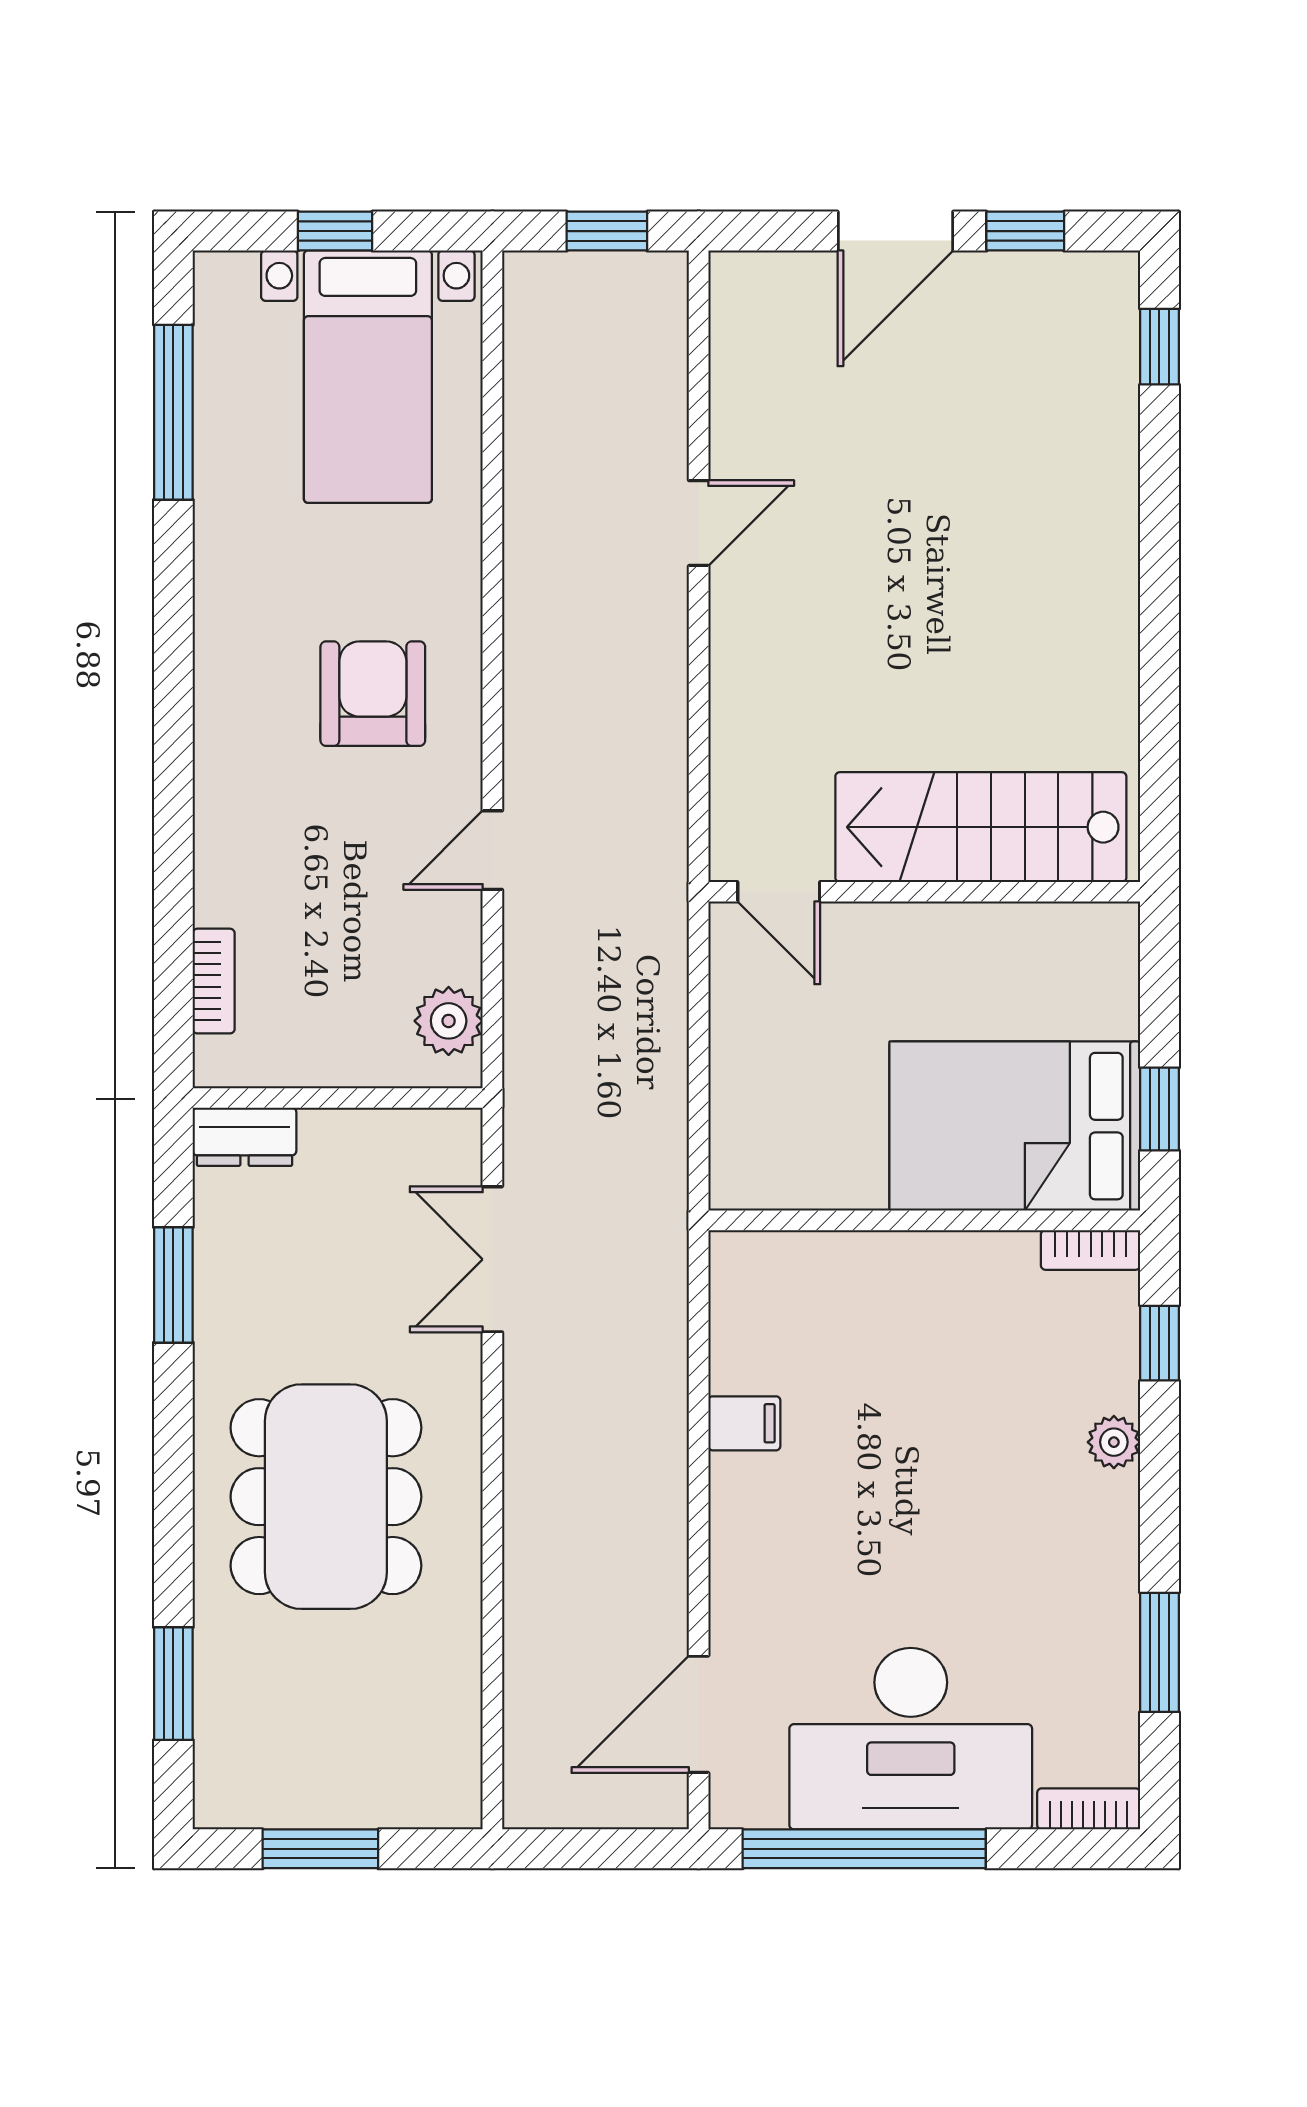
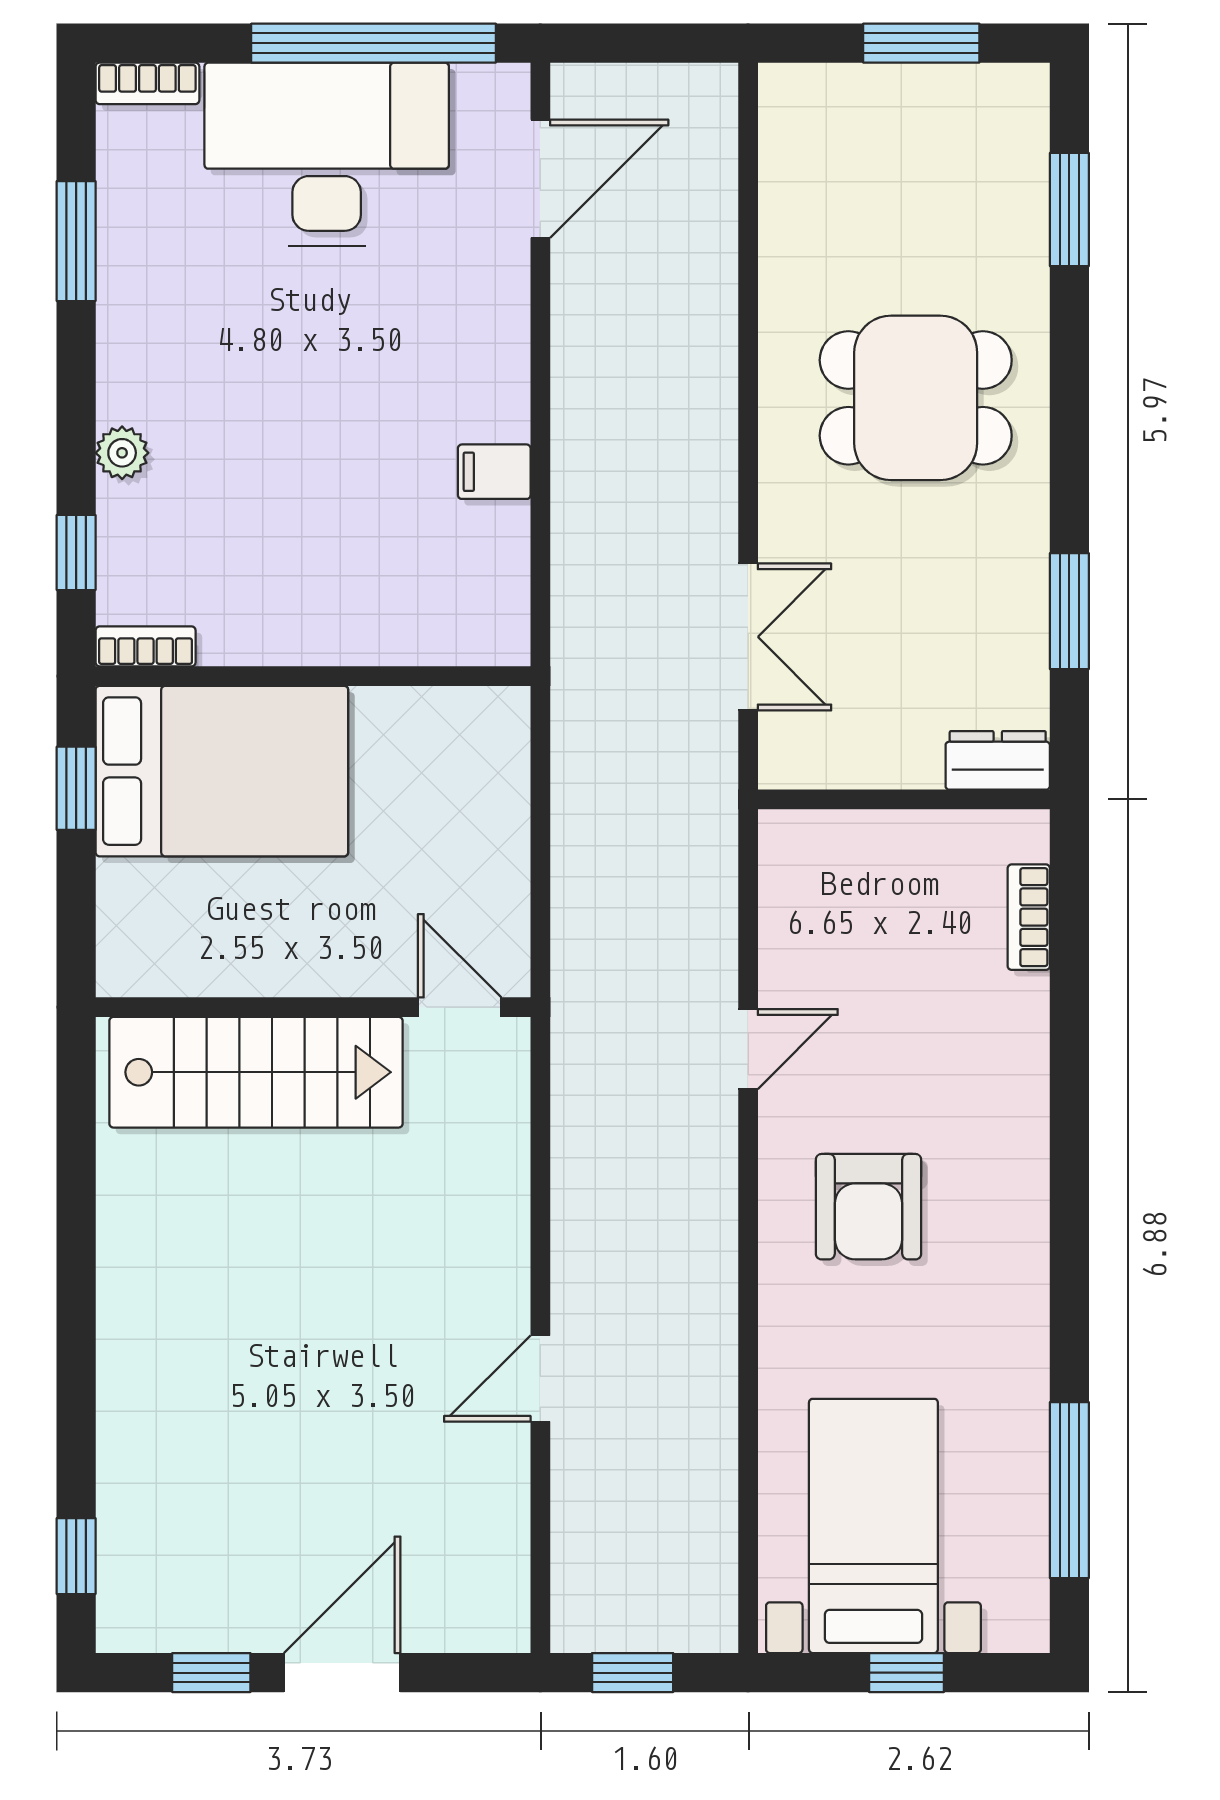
plant: (449, 1021) -> (792, 877), removed
dining table: (326, 1497) -> (916, 398), width x0.73

